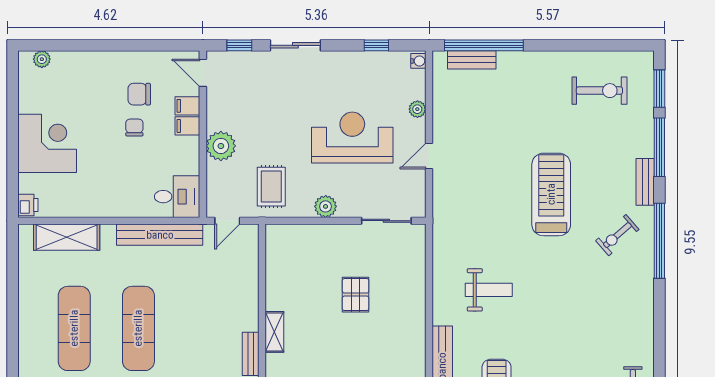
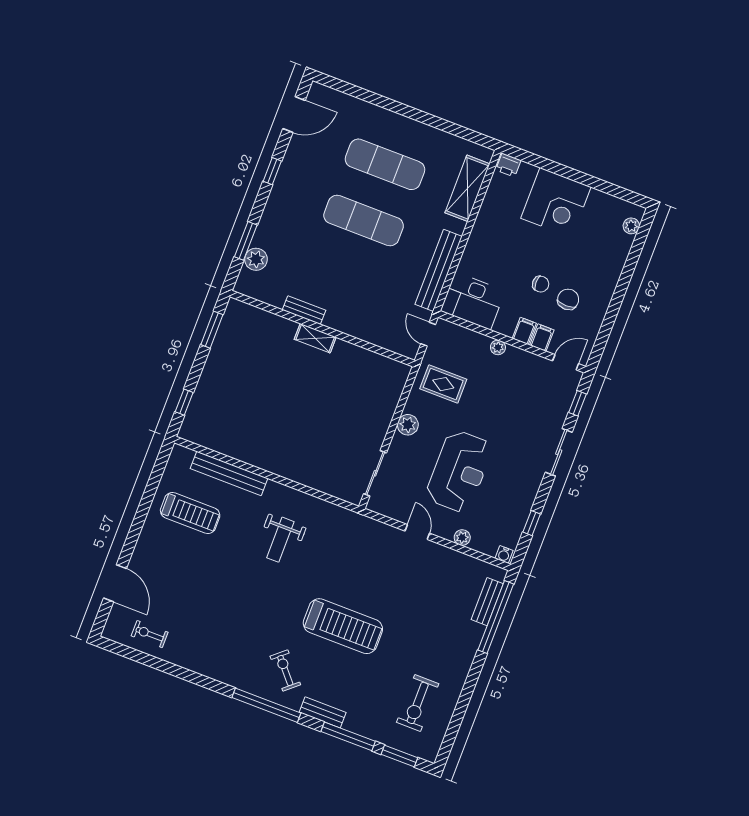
plant: (221, 146) -> (498, 347), width x0.53, depth x0.53
desk: (177, 197) -> (473, 301), width x1.37
pallet: (356, 295) -> (321, 422), removed

